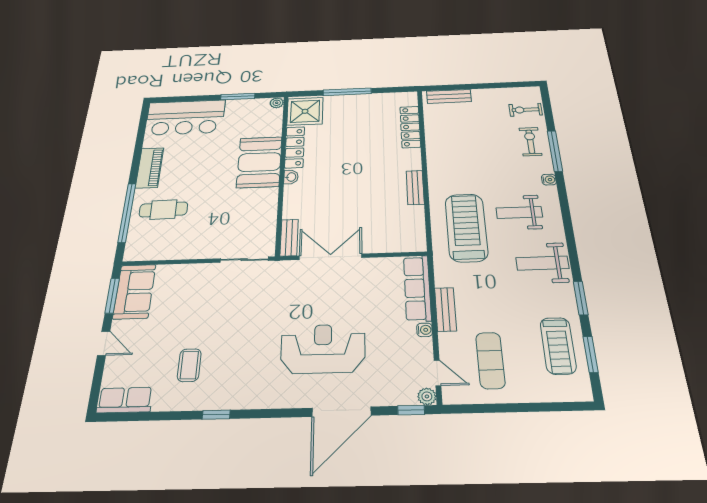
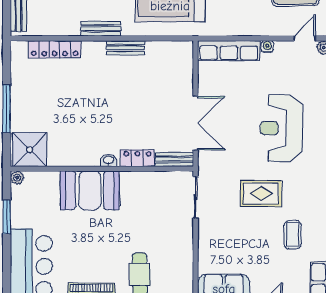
locker: (295, 147) -> (137, 158), moved, width x0.66
double door: (330, 257) -> (196, 123), swing flipped
bench: (445, 309) -> (101, 29), moved
rug: (243, 328) -> (261, 193), added
coffee table: (189, 365) -> (293, 235), turned 90

